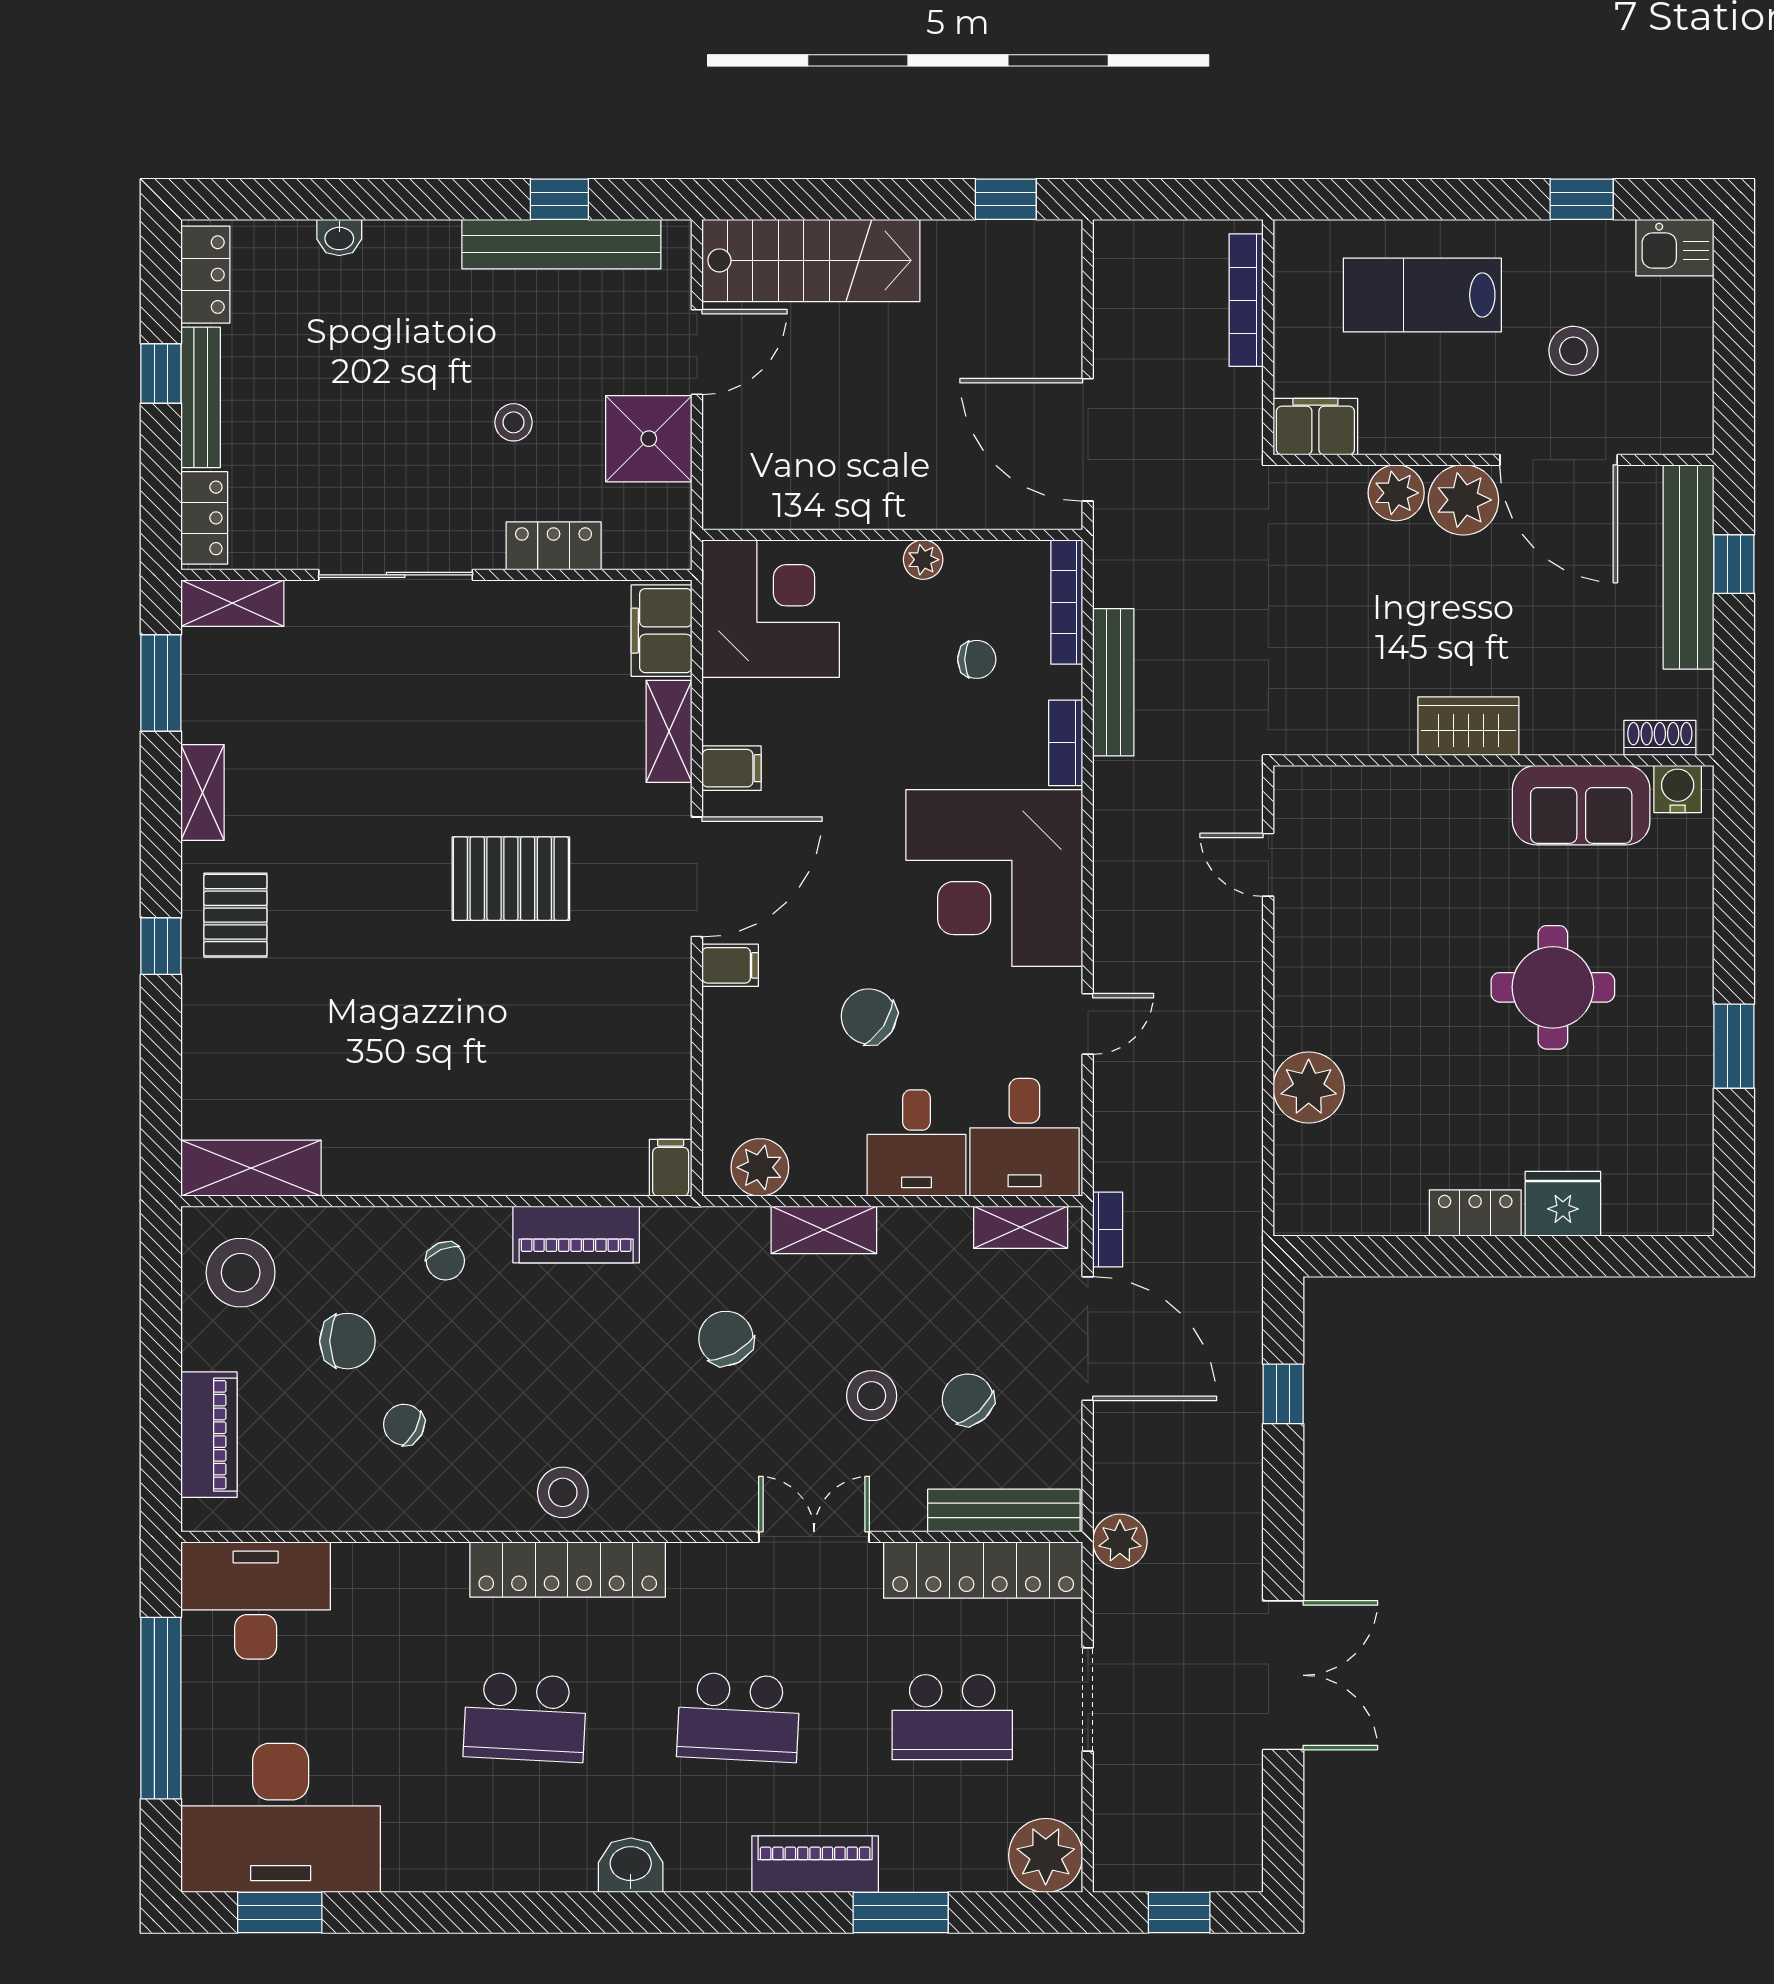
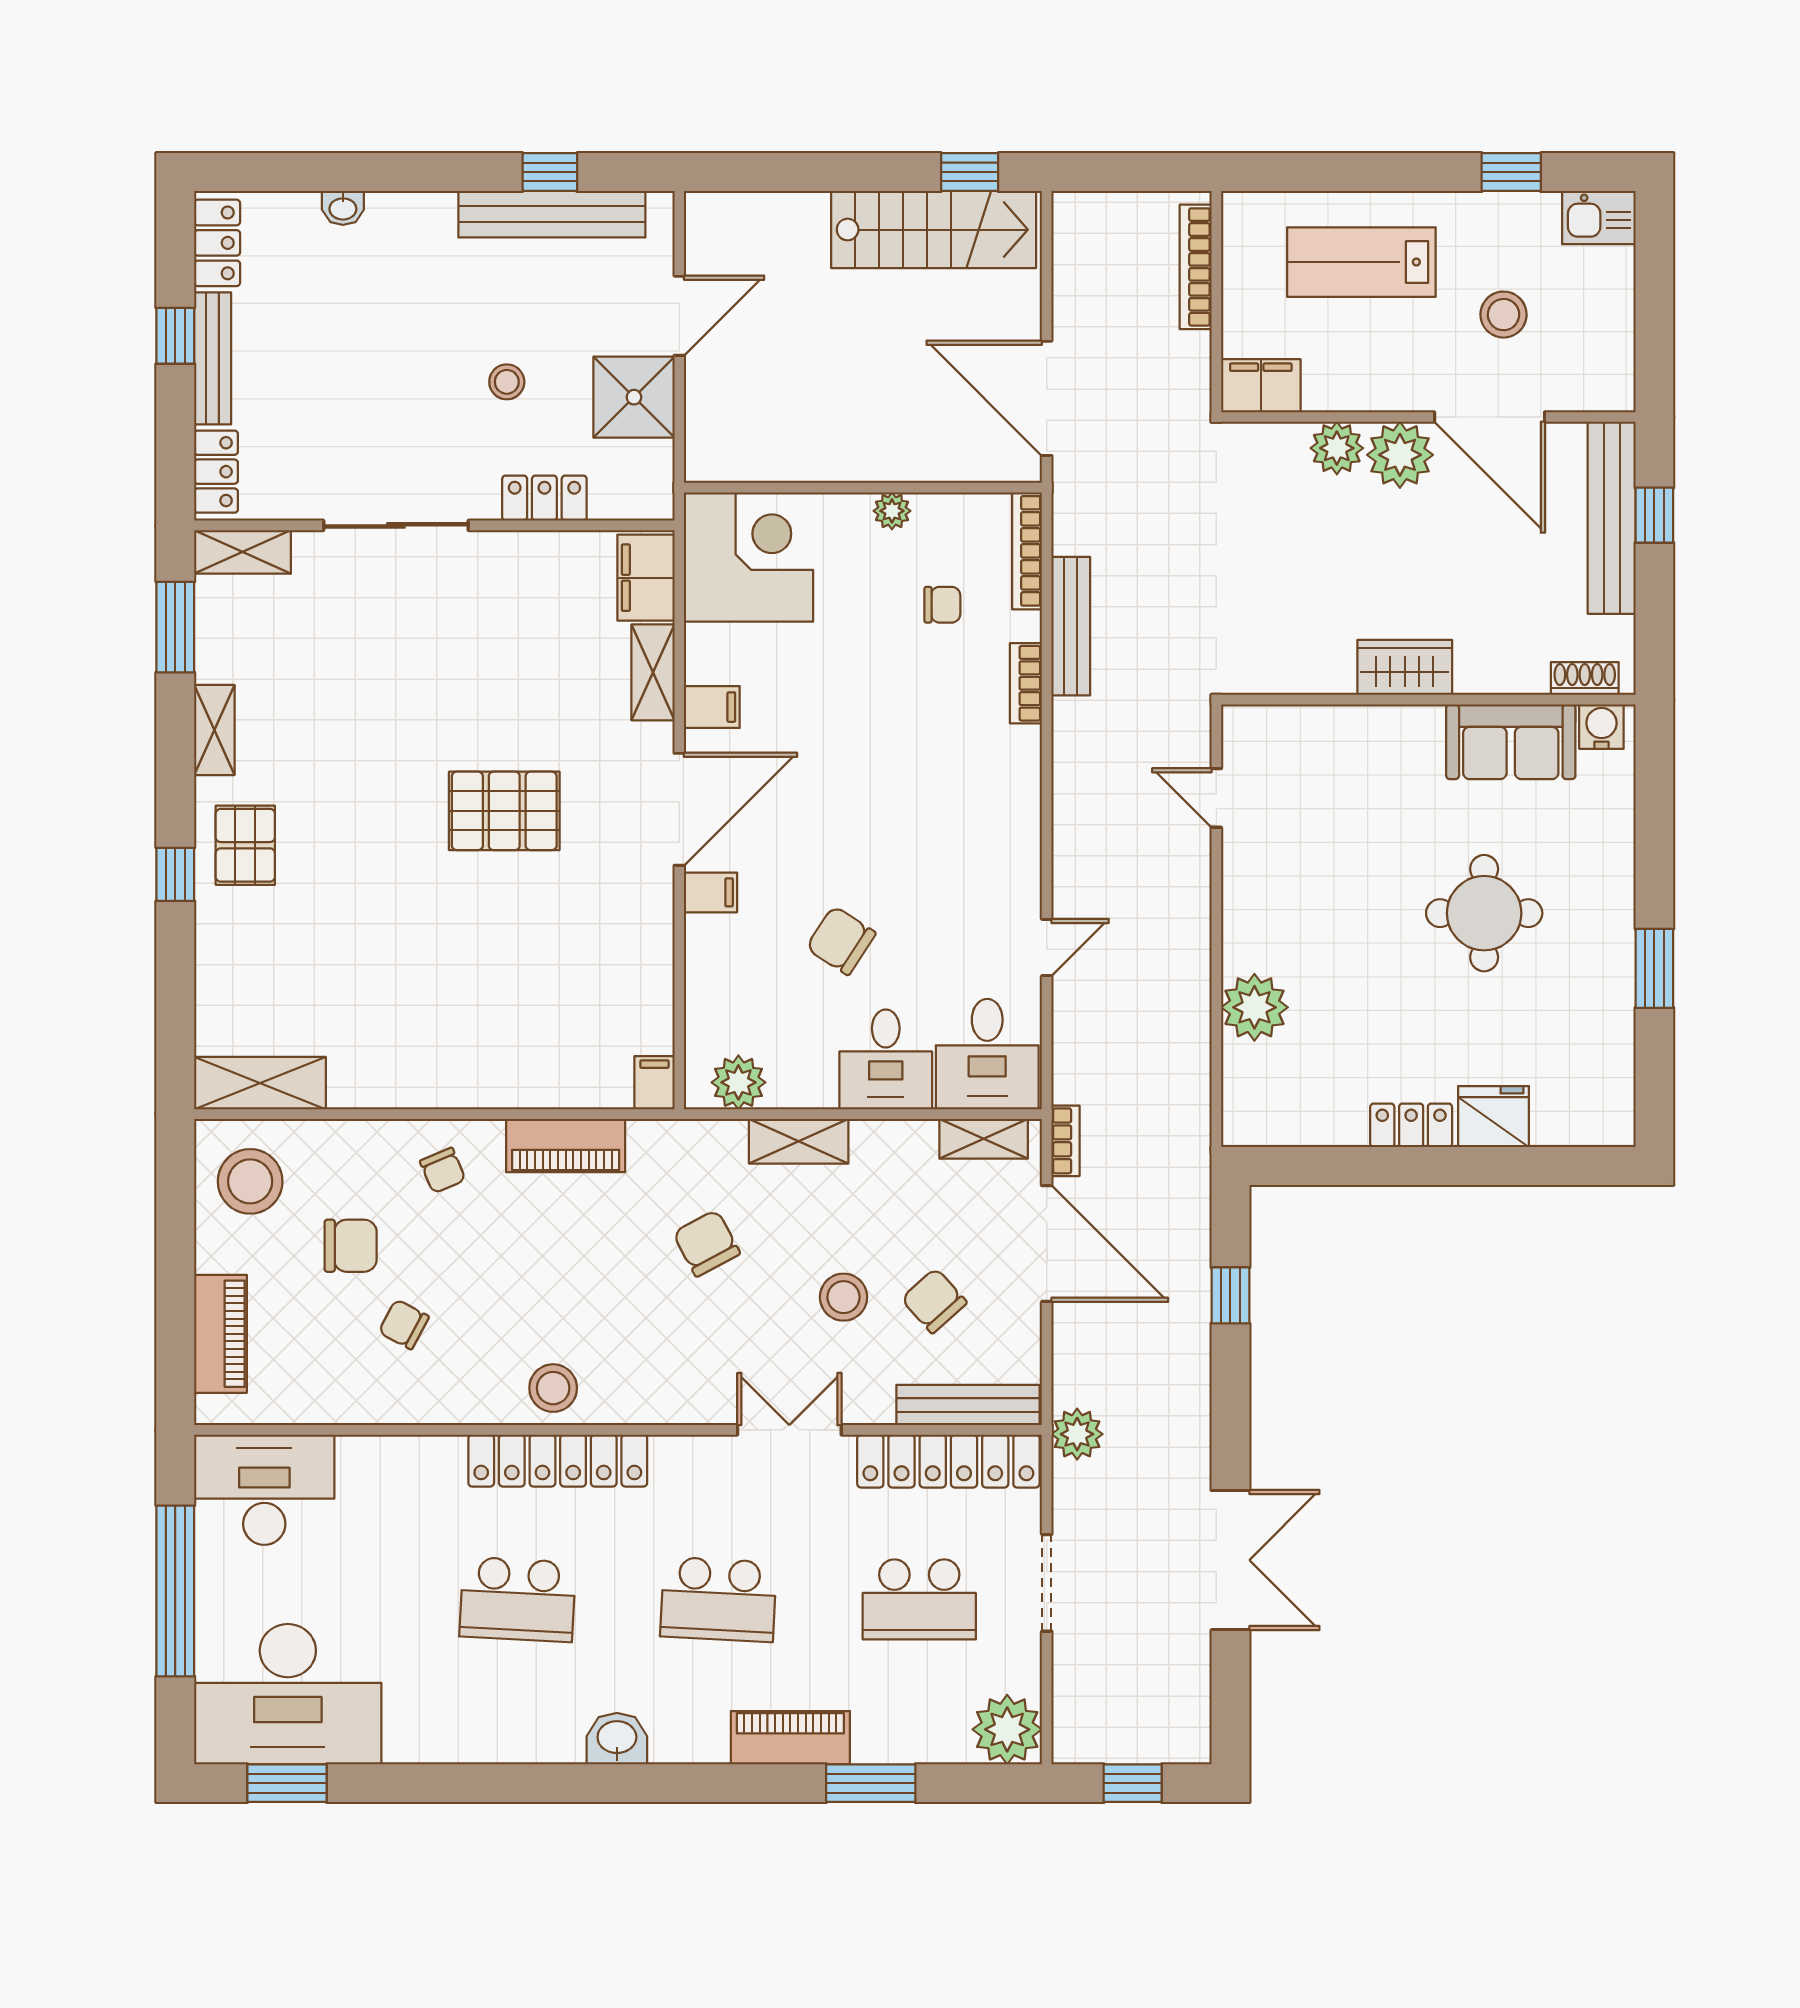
stairs: (811, 260) -> (934, 230), moved
corner desk: (994, 878) -> (959, 810), removed

